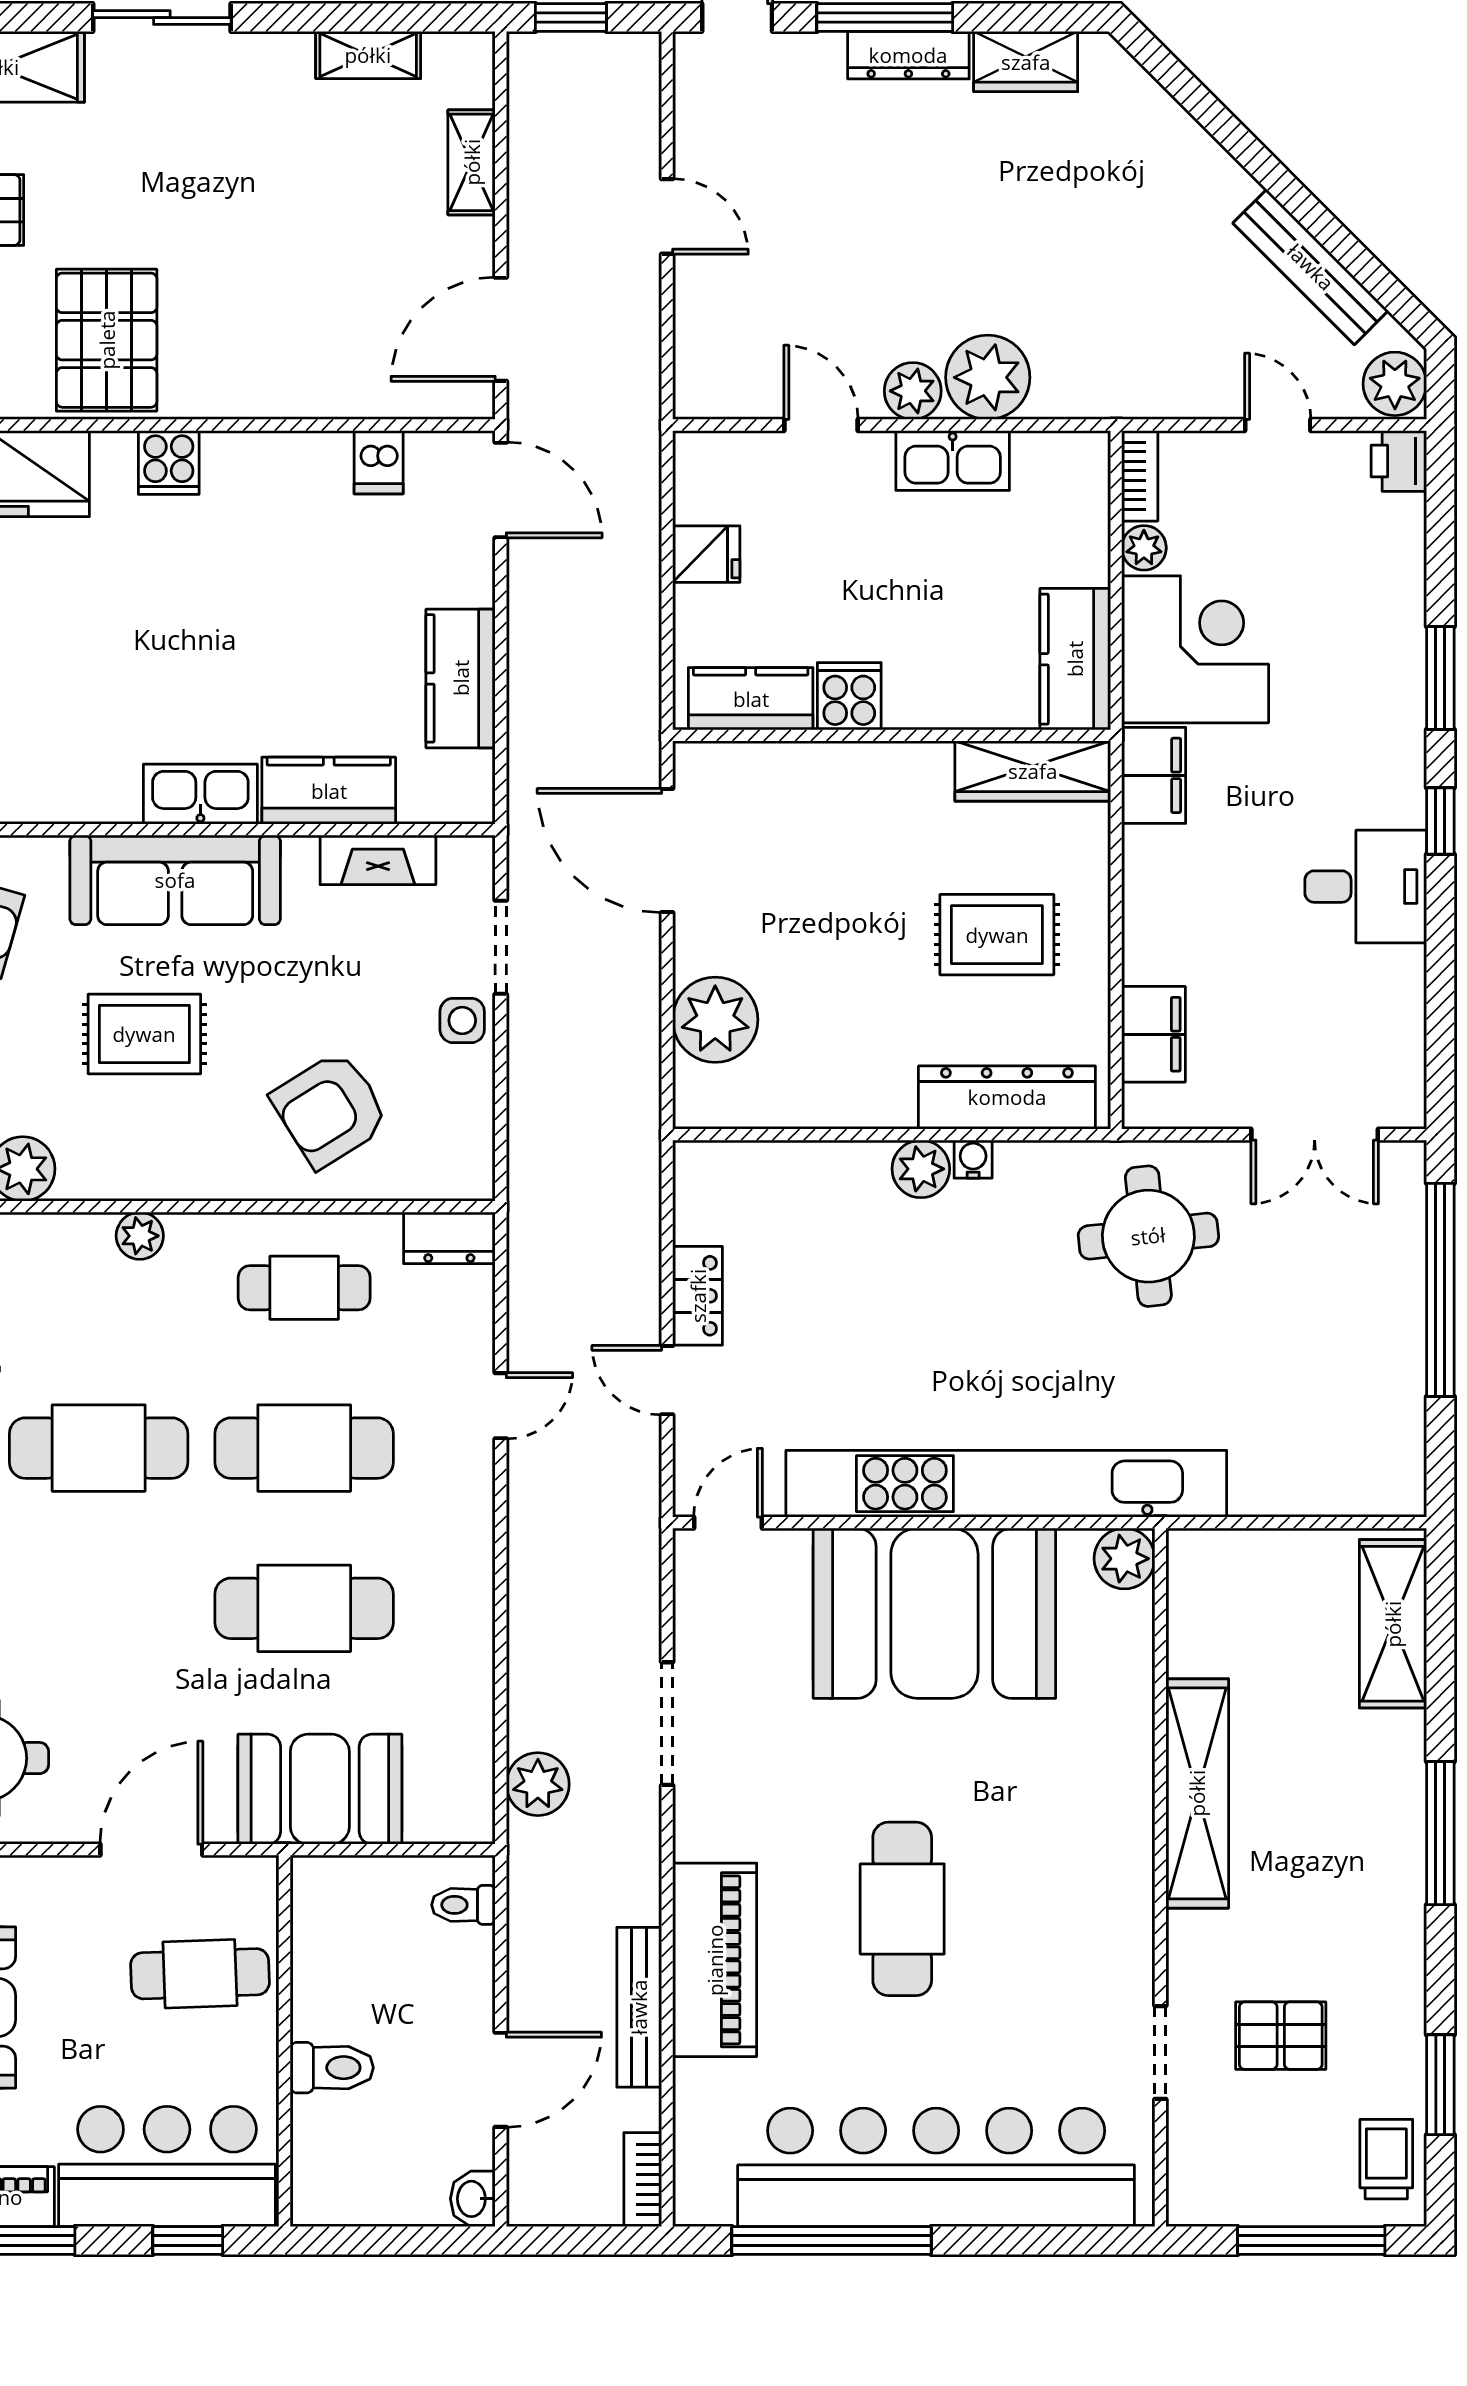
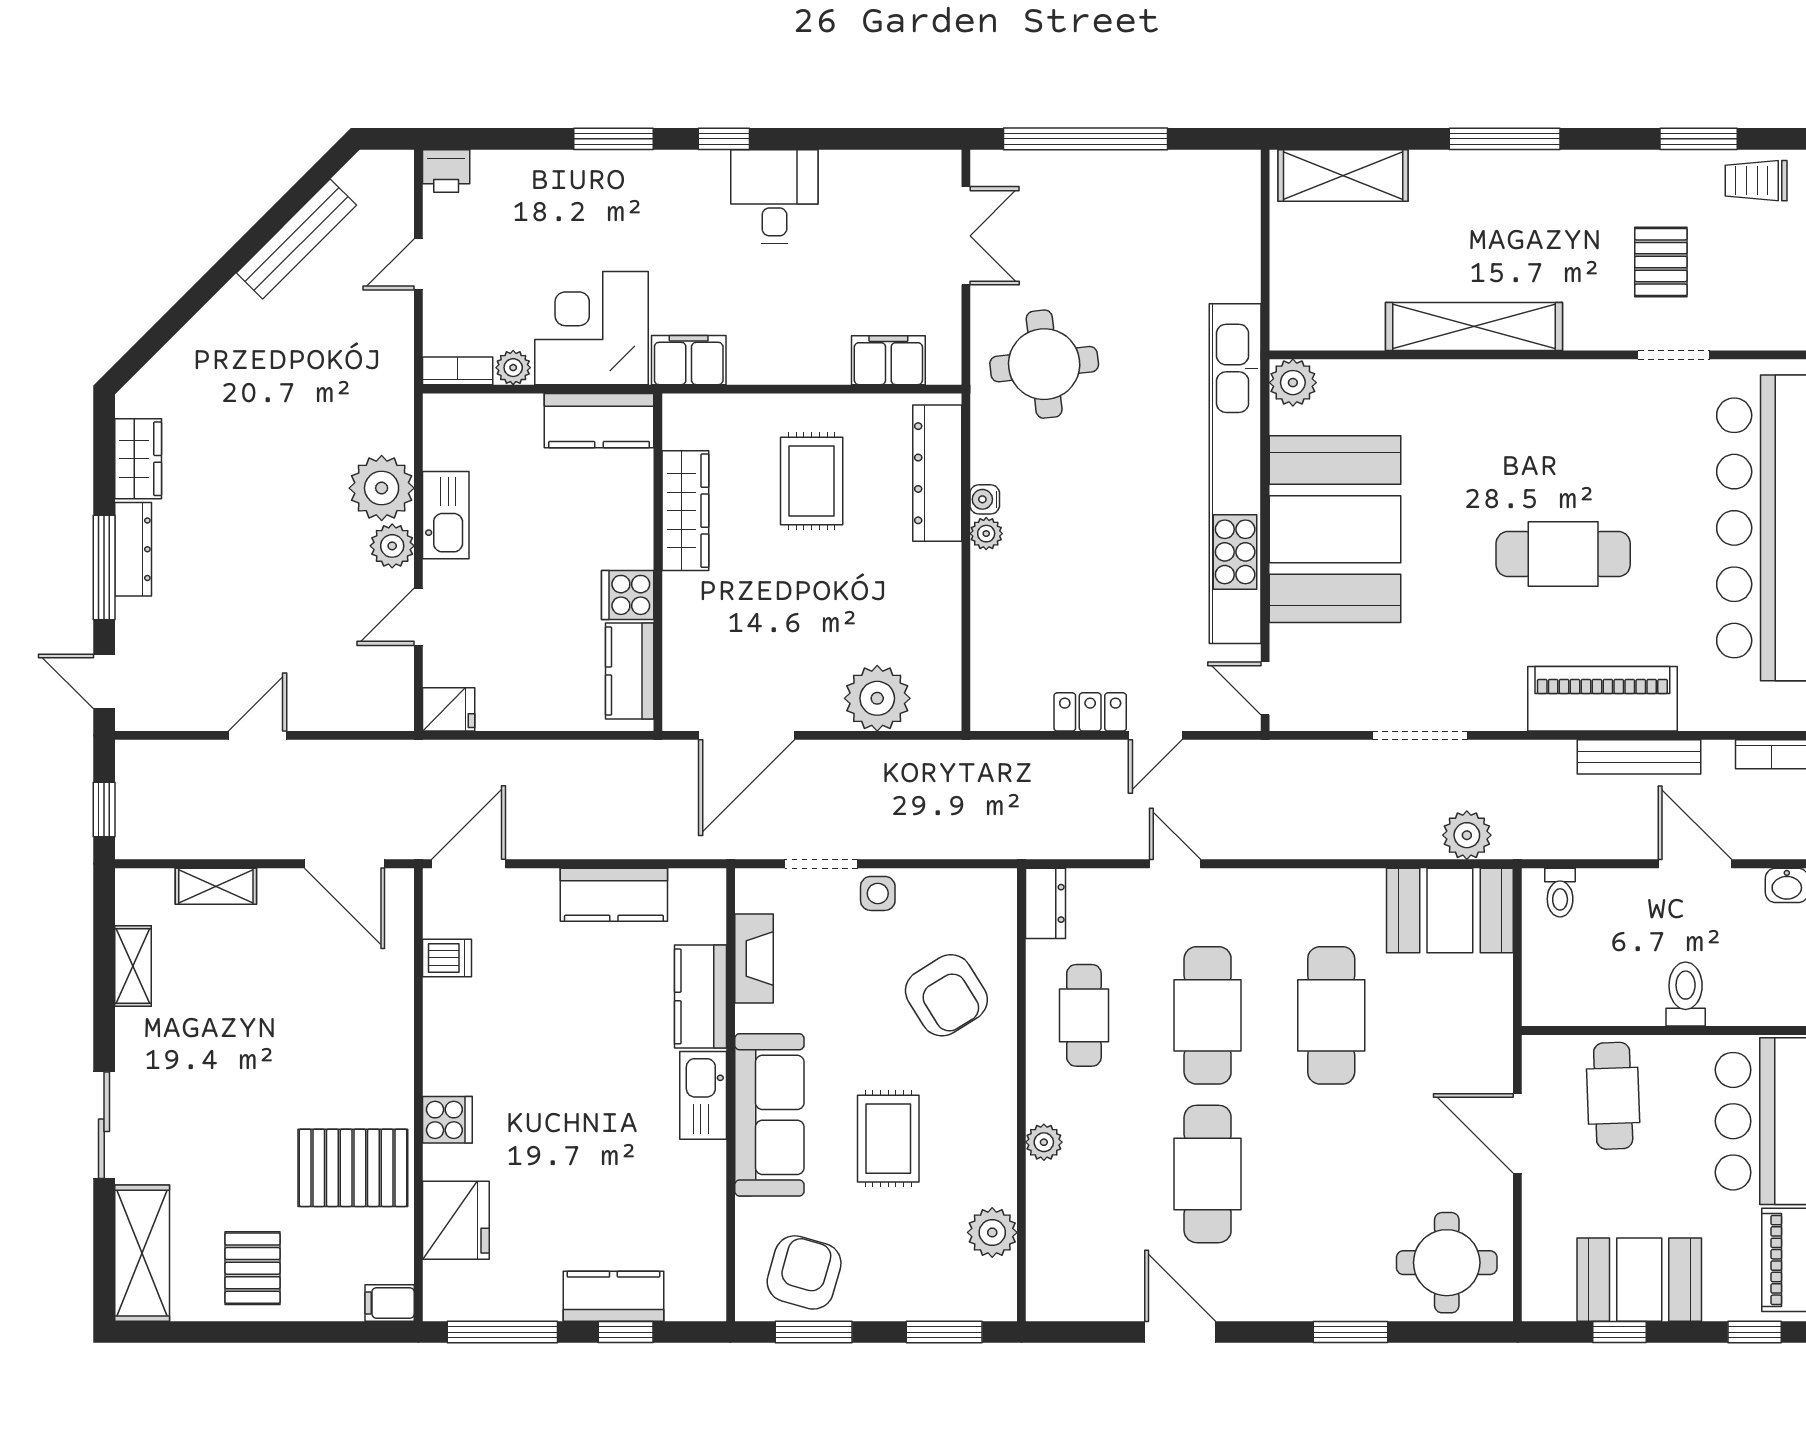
plant: (1395, 384) -> (387, 174), removed
fridge: (706, 554) -> (449, 709), moved, turned 90
wardrobe: (1033, 771) -> (685, 511), moved
plant: (921, 1169) -> (986, 534), width x0.73, depth x0.73
booth: (320, 1789) -> (1450, 910), moved, turned 90

